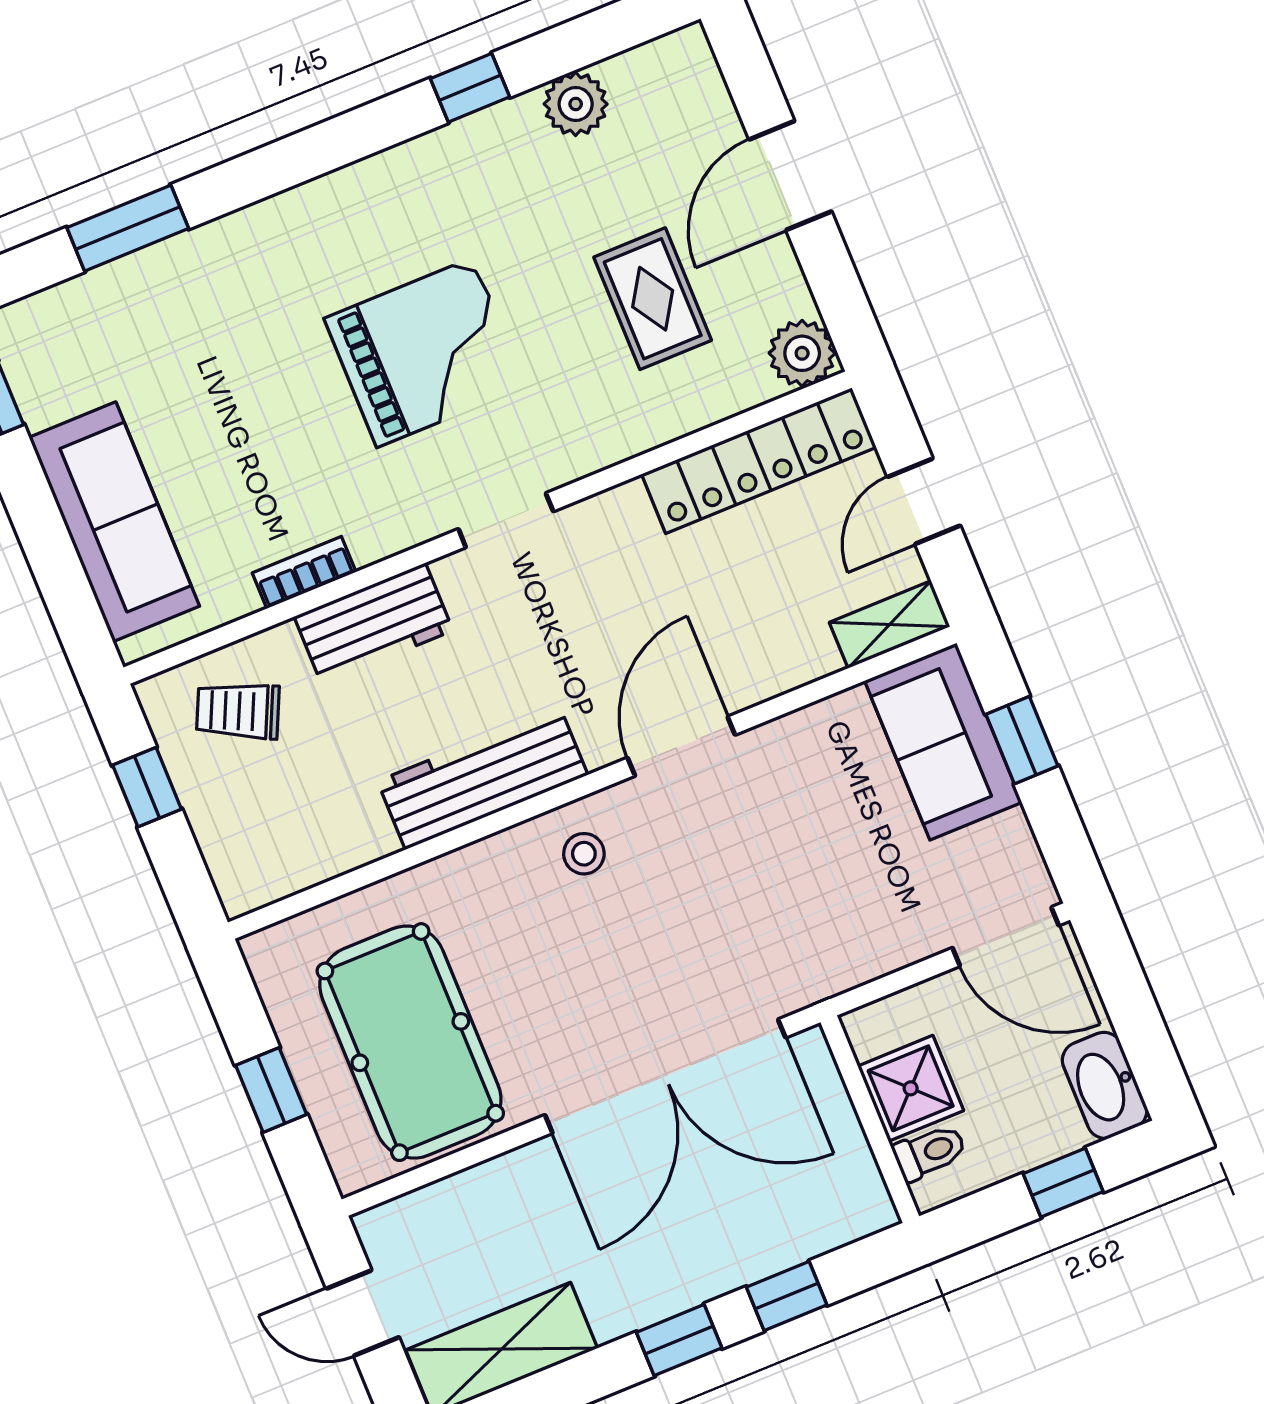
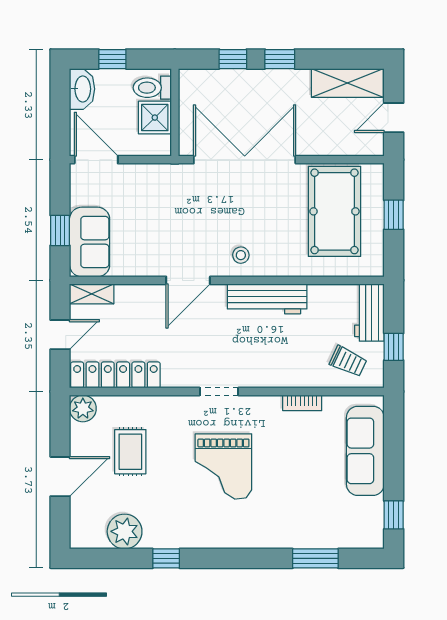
plant: (576, 104) -> (125, 531), width x1.36, depth x1.36
grand piano: (425, 352) -> (223, 466), turned -90
workbench: (374, 624) -> (369, 313), moved, turned -90
toilet: (930, 1152) -> (152, 88), width x1.37, depth x1.39
door: (363, 1313) -> (394, 118), swing flipped

